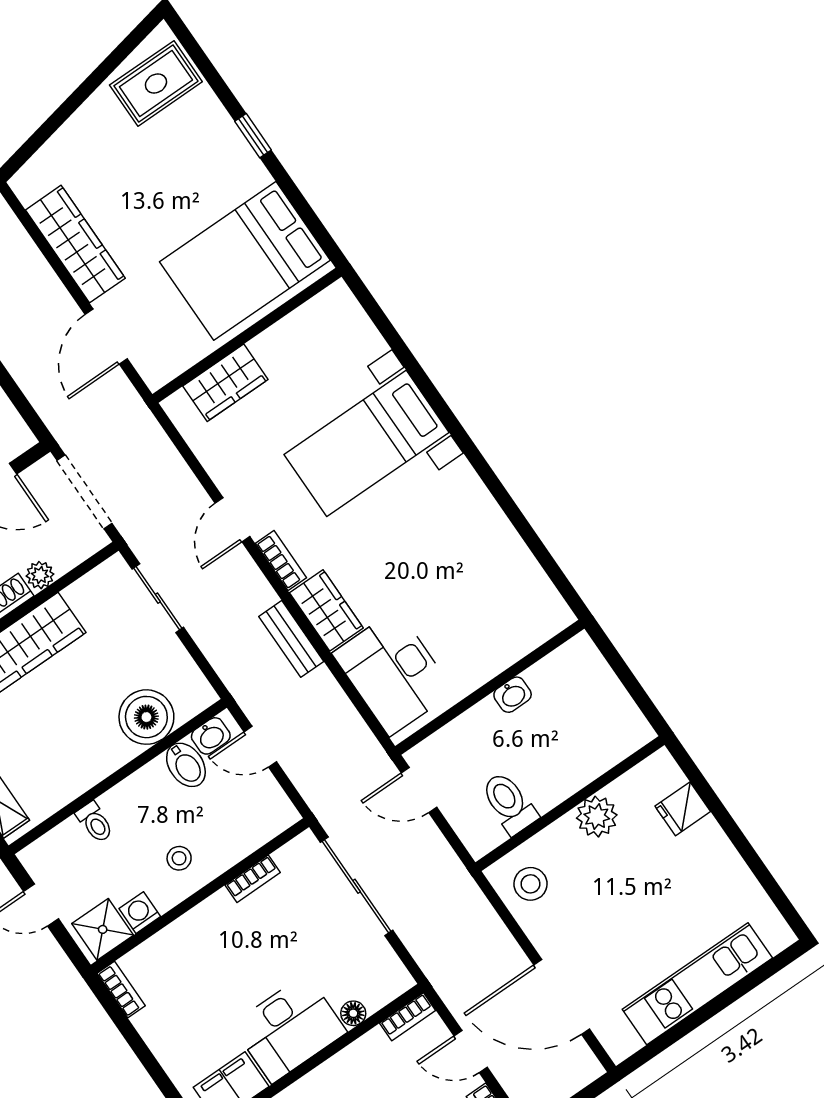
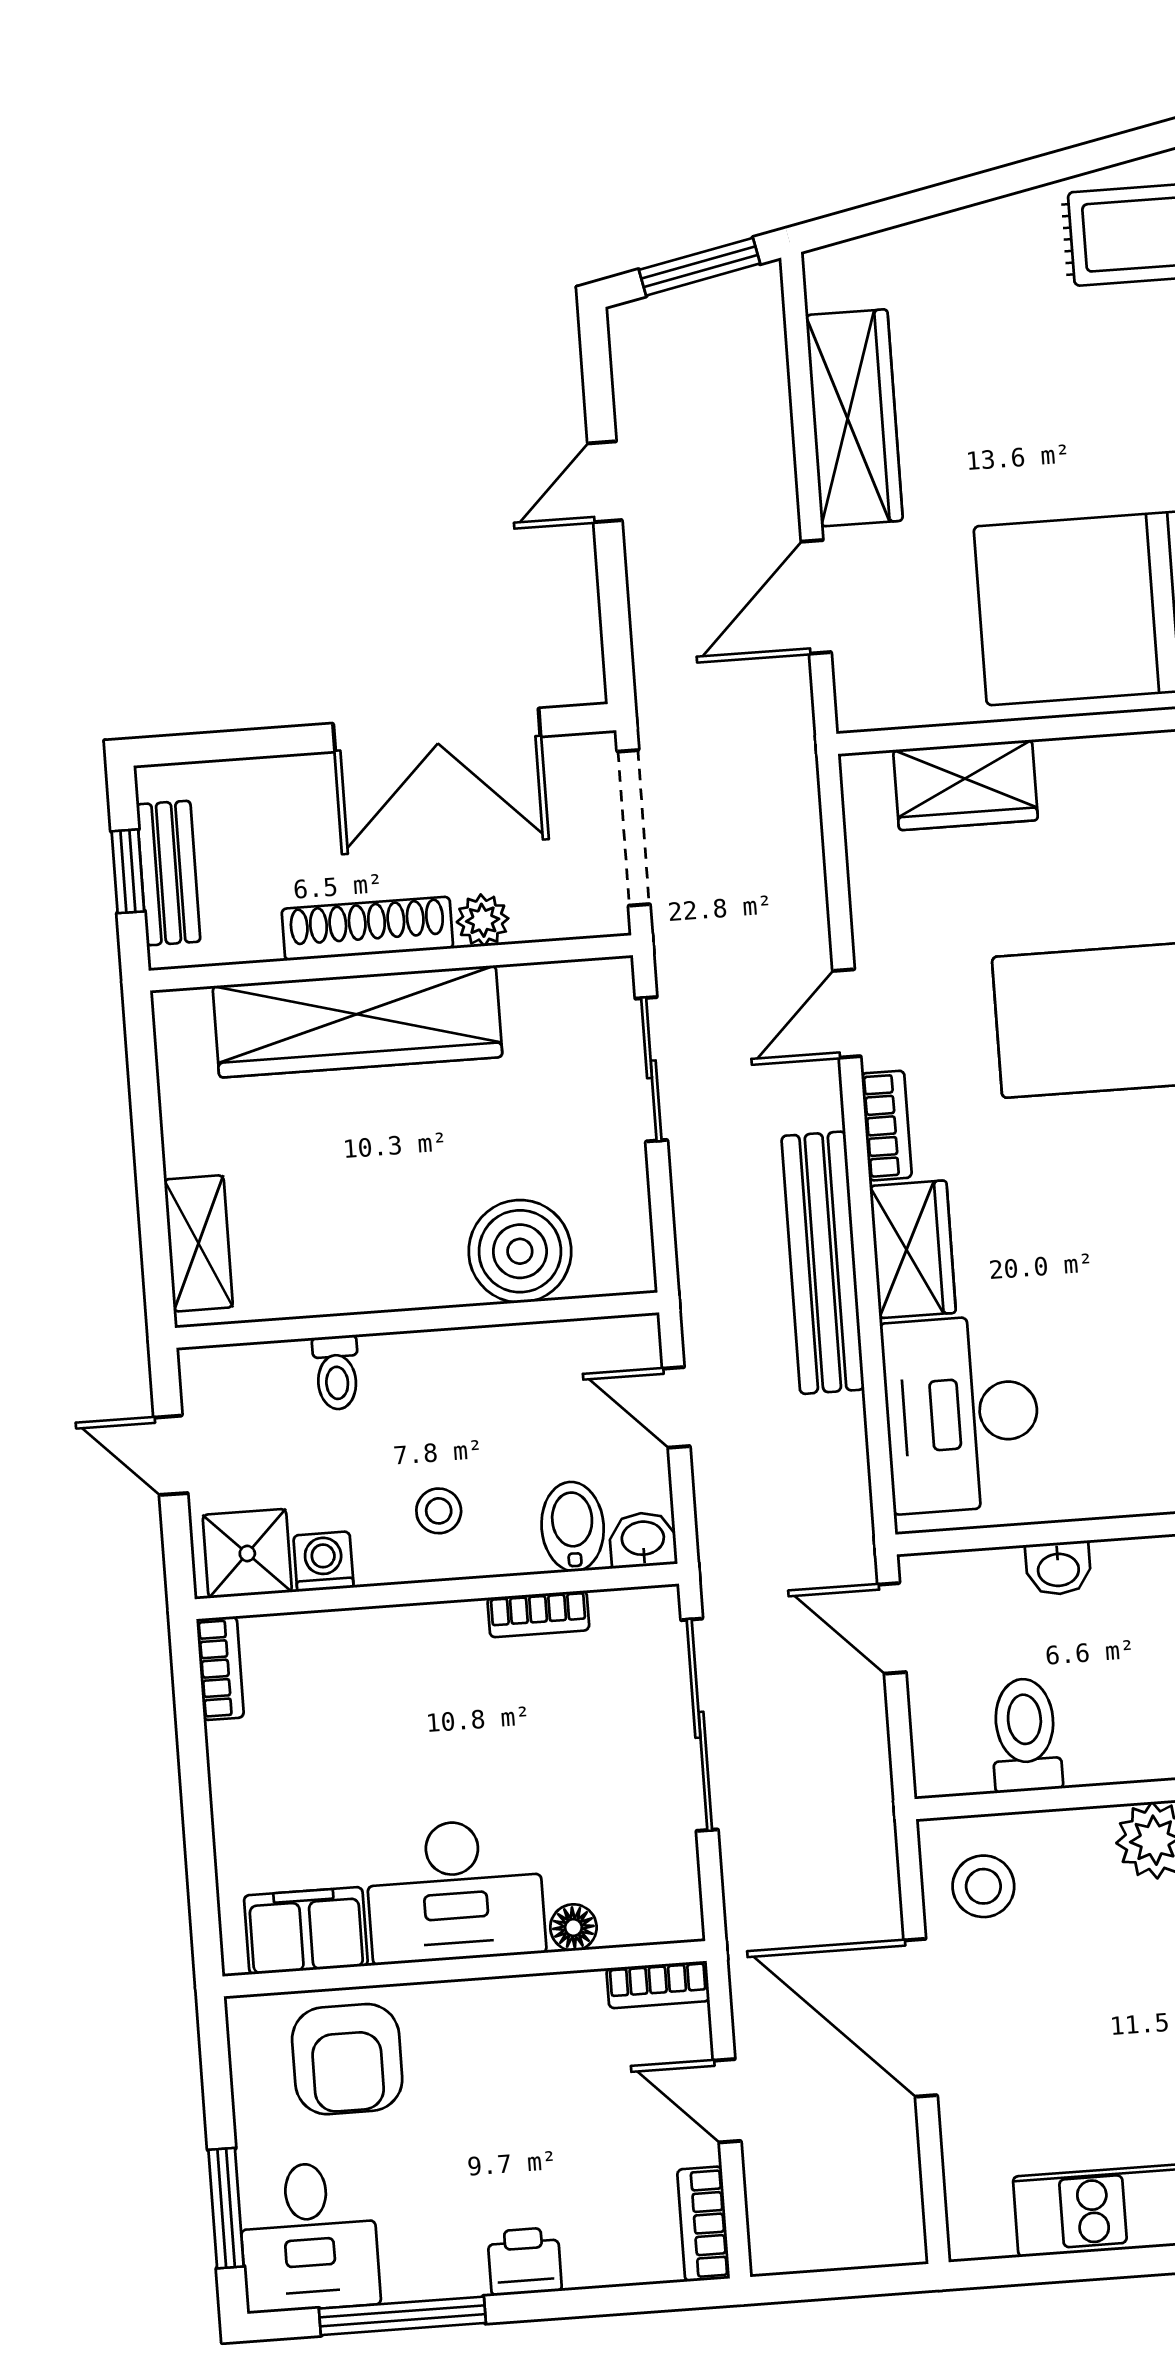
bench: (291, 639) -> (823, 1263), width x1.86, depth x1.21
washbasin: (513, 695) -> (1058, 1568), moved
washbasin: (211, 736) -> (643, 1540), moved, turned 180
bidet: (186, 765) -> (573, 1527), moved, turned 180
door: (562, 997) -> (921, 2018), moved

